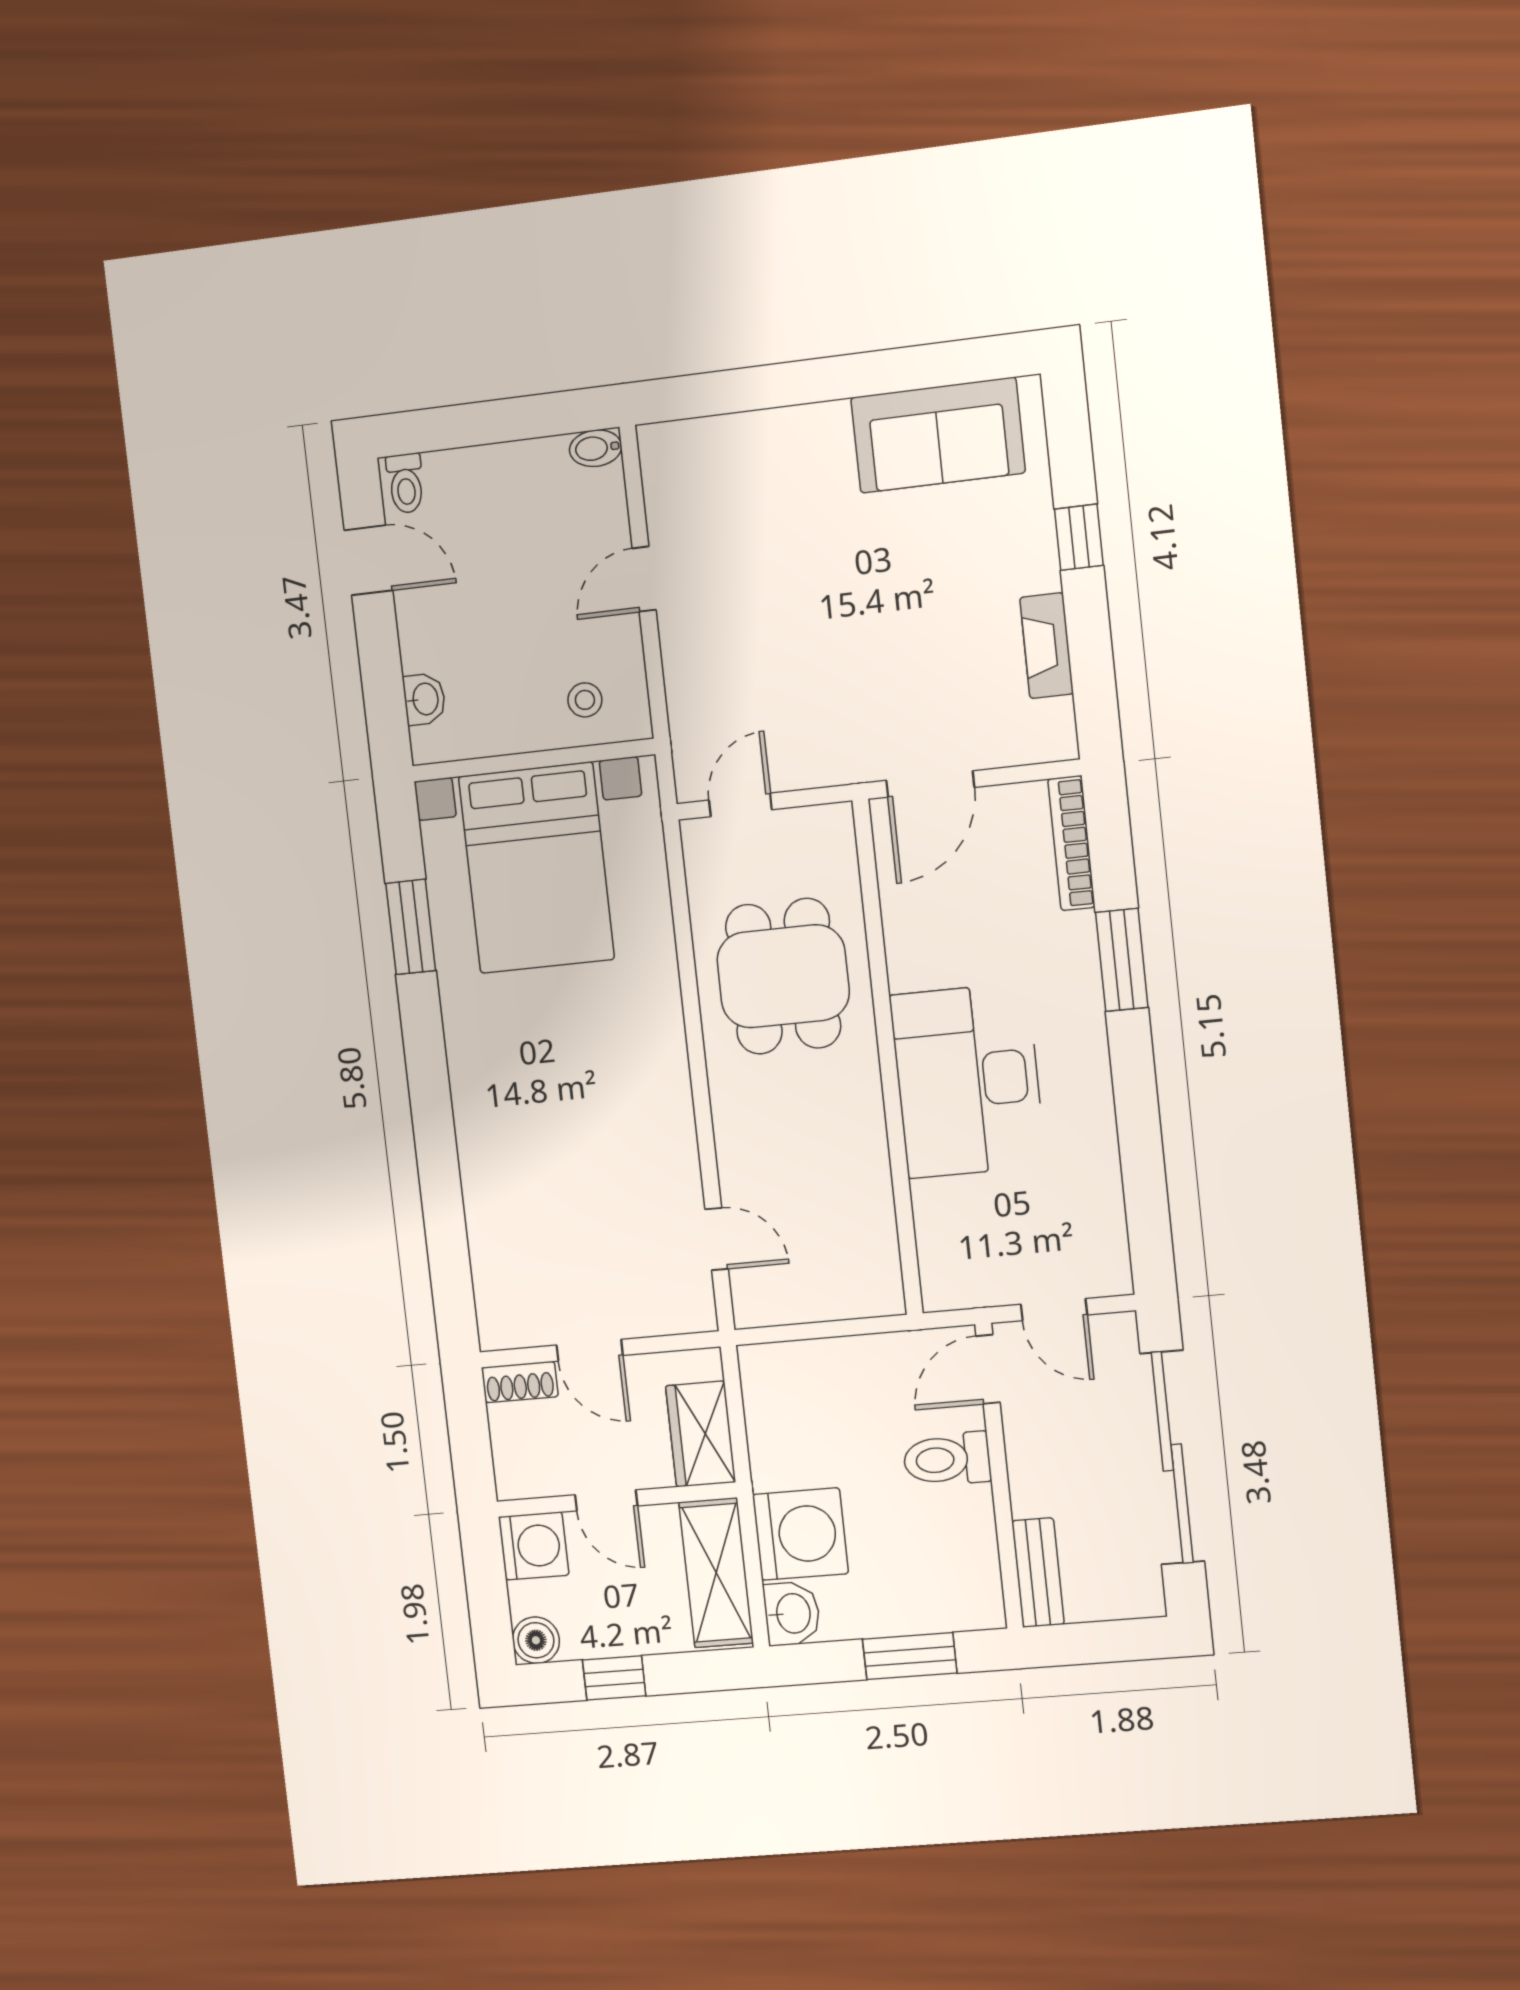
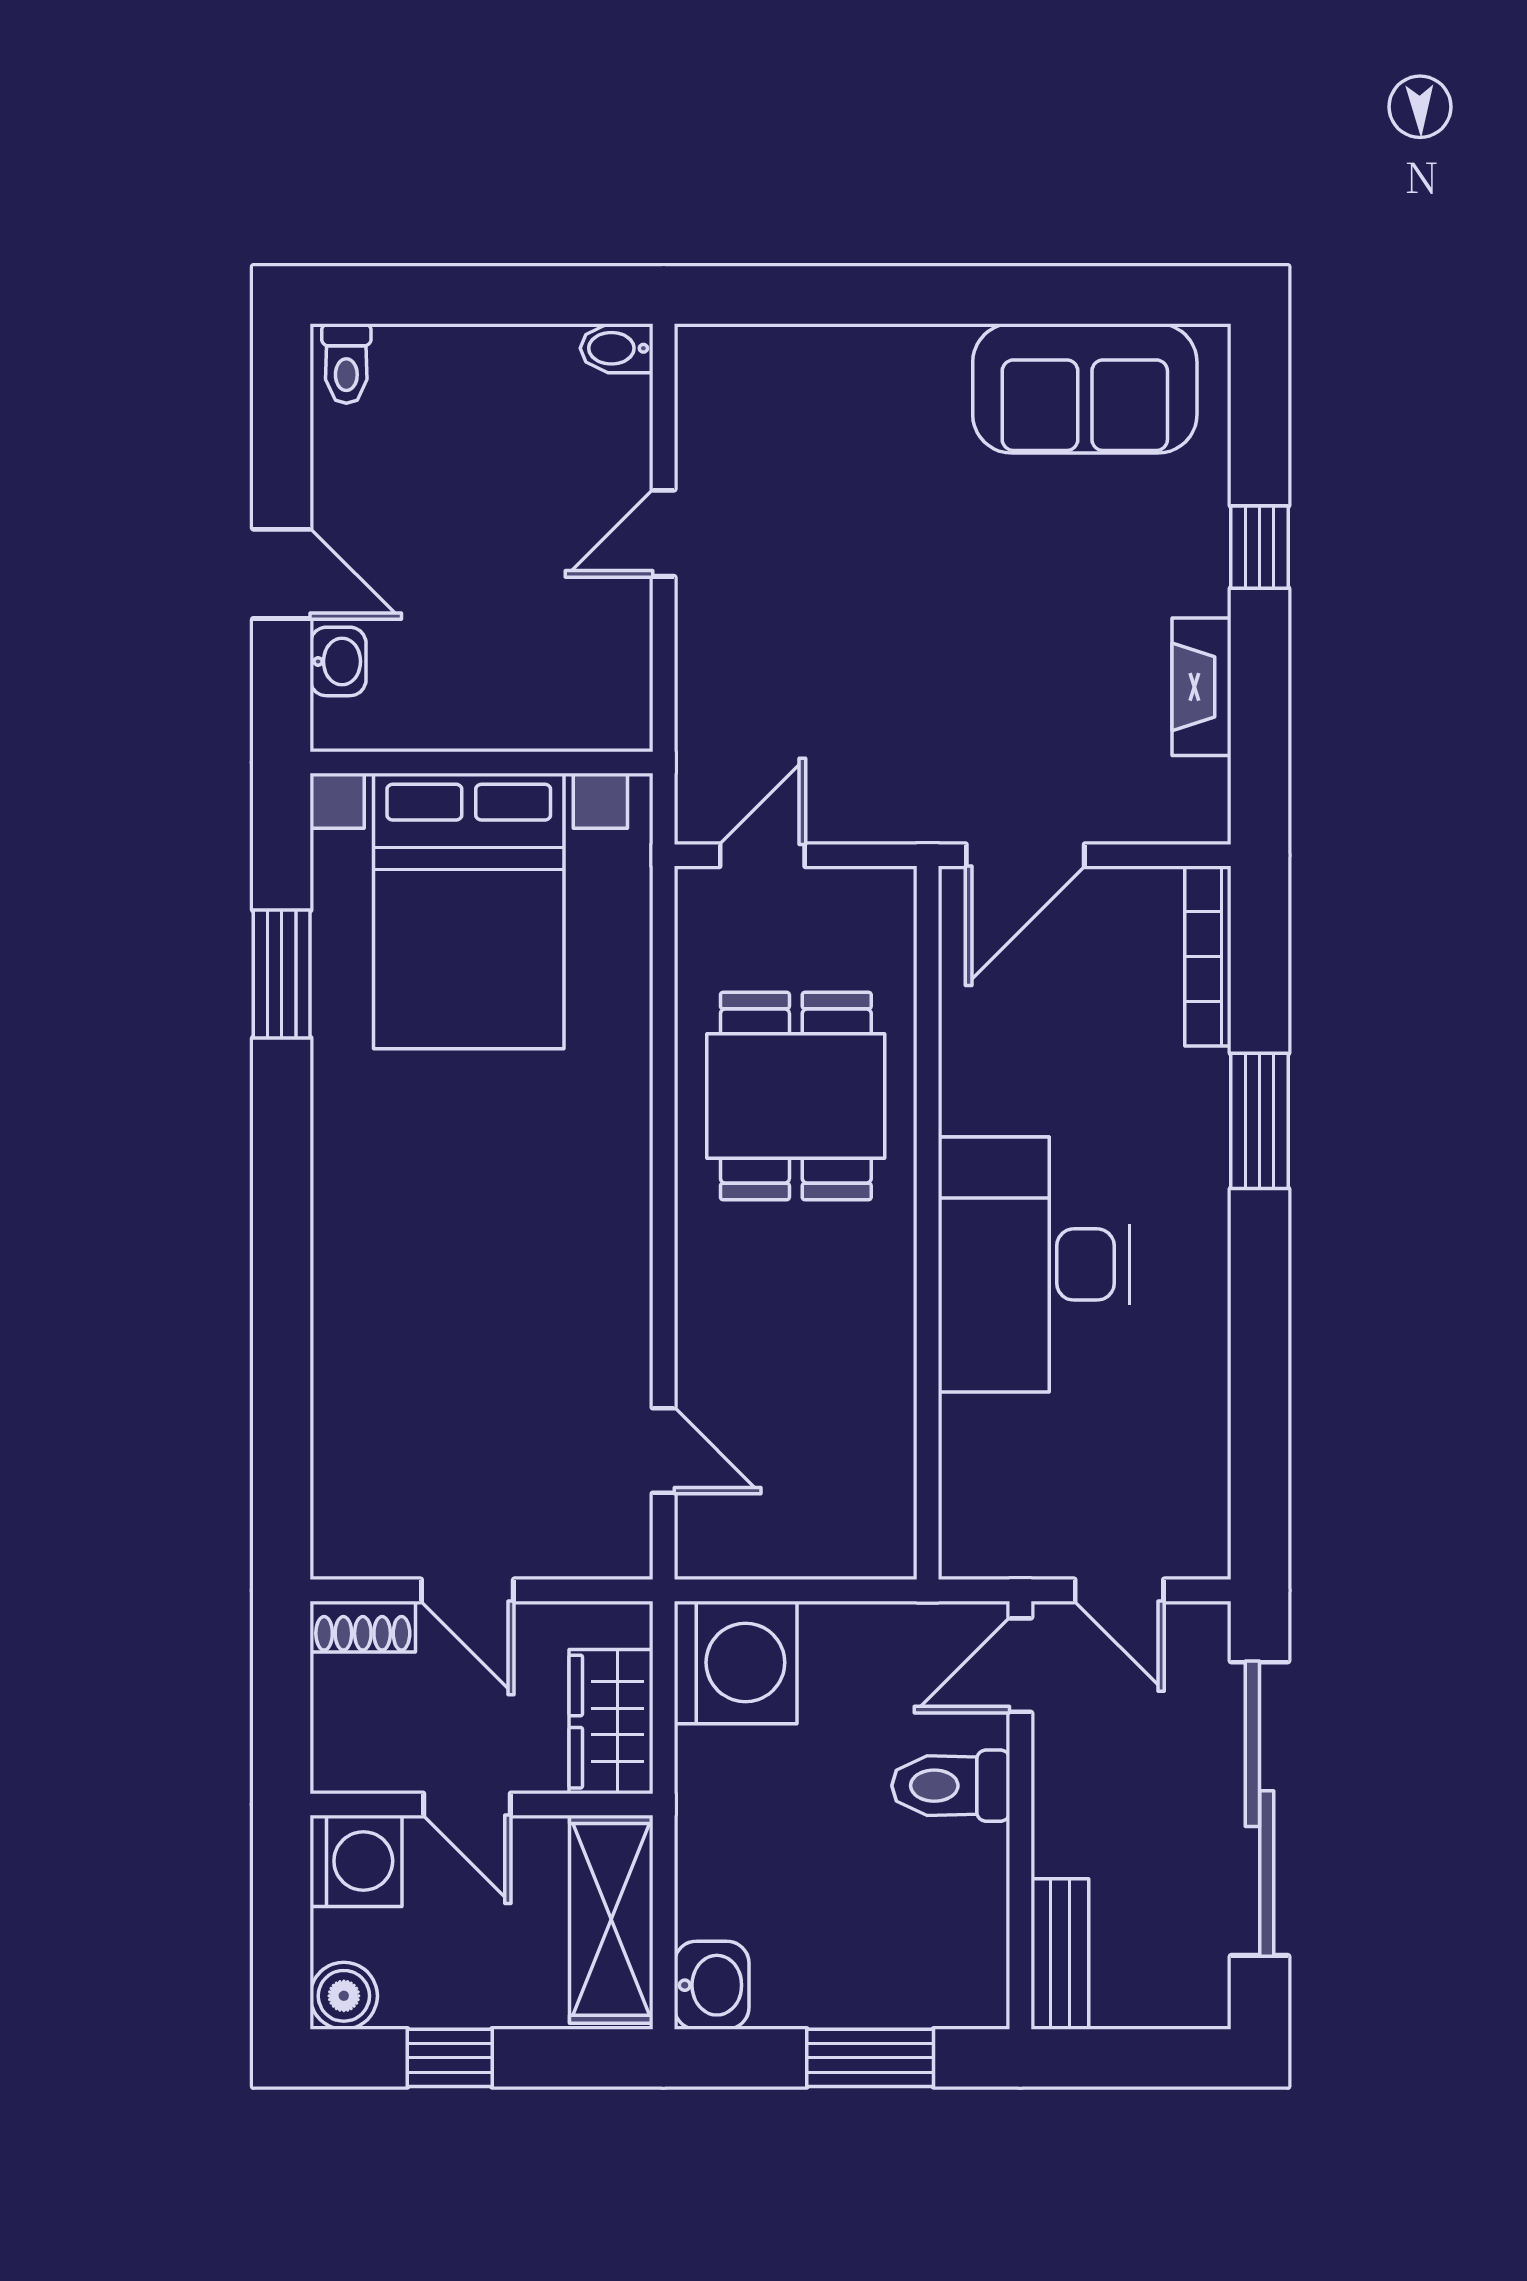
door: (368, 560) -> (282, 574), moved
stool: (585, 700) -> (563, 688), removed
washing machine: (800, 1534) -> (736, 1662), moved

